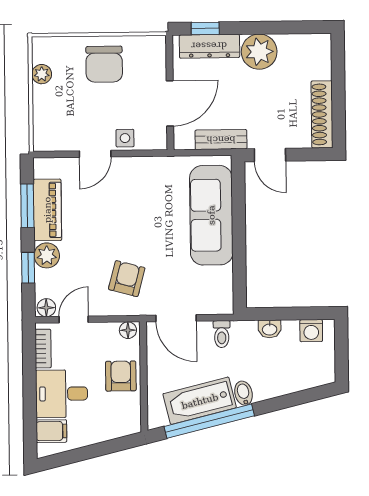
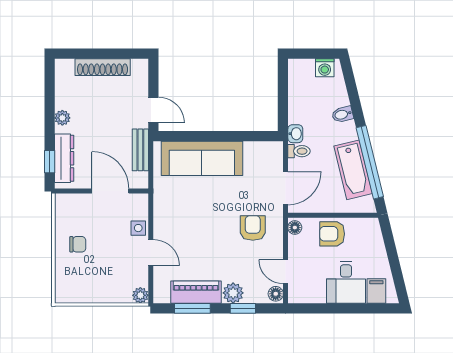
plant: (259, 52) -> (62, 118), width x0.53, depth x0.53
chair: (104, 64) -> (78, 244), width x0.54, depth x0.54
plant: (42, 74) -> (140, 295), moved
shoe rack: (322, 114) -> (103, 67), moved
door: (270, 155) -> (153, 110), hinge flipped
armchair: (127, 279) -> (253, 228), turned 75
washbasin: (270, 329) -> (295, 134), moved
washing machine: (311, 331) -> (325, 68), moved, turned 90
bookcase: (43, 349) -> (309, 297), removed
bidet: (244, 393) -> (343, 114), moved

